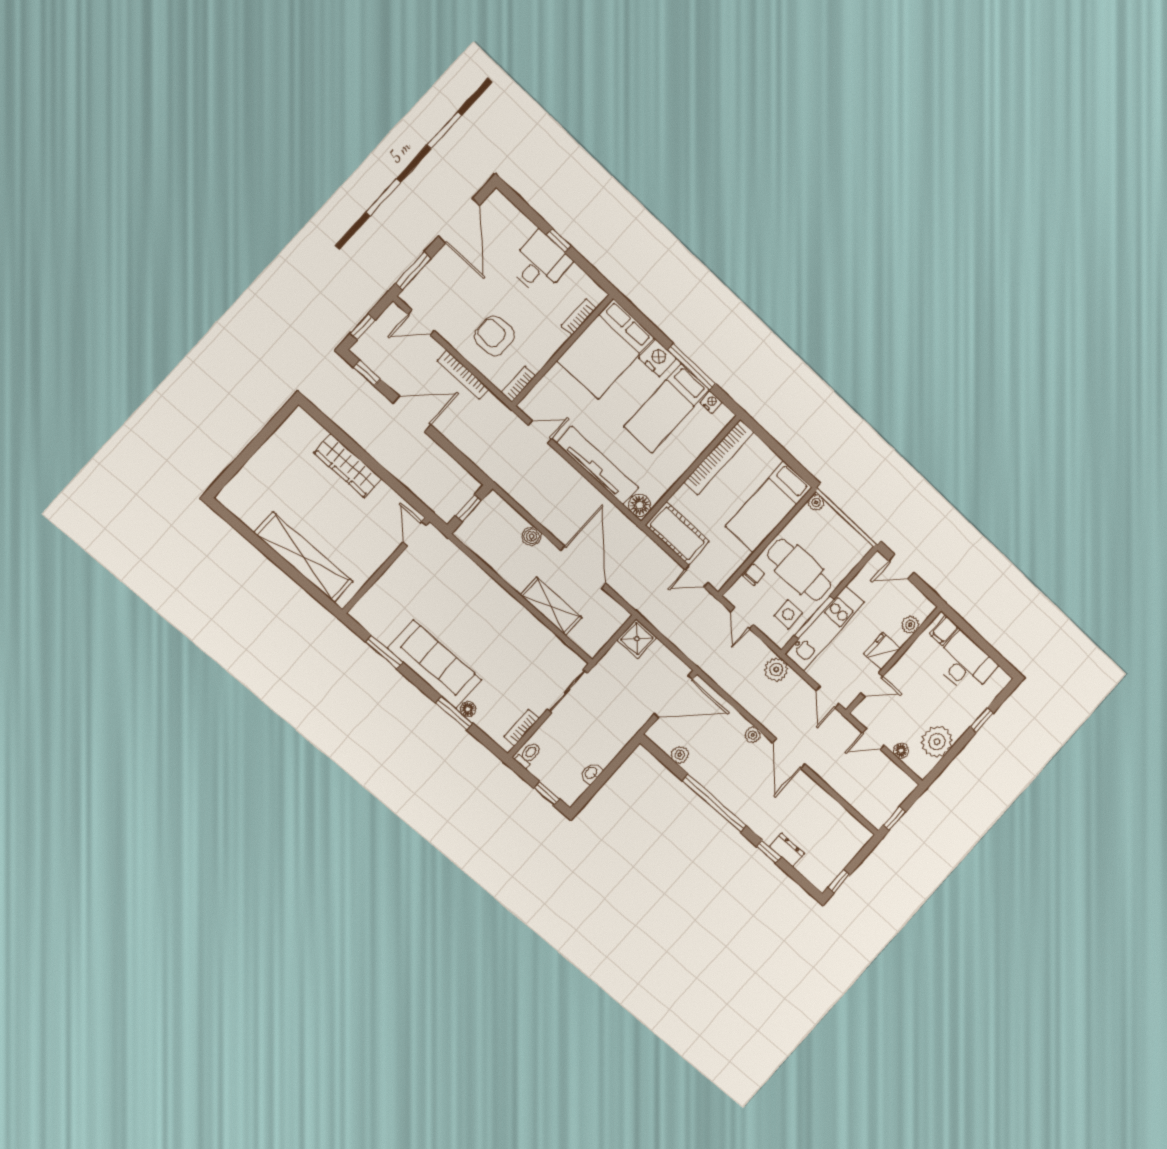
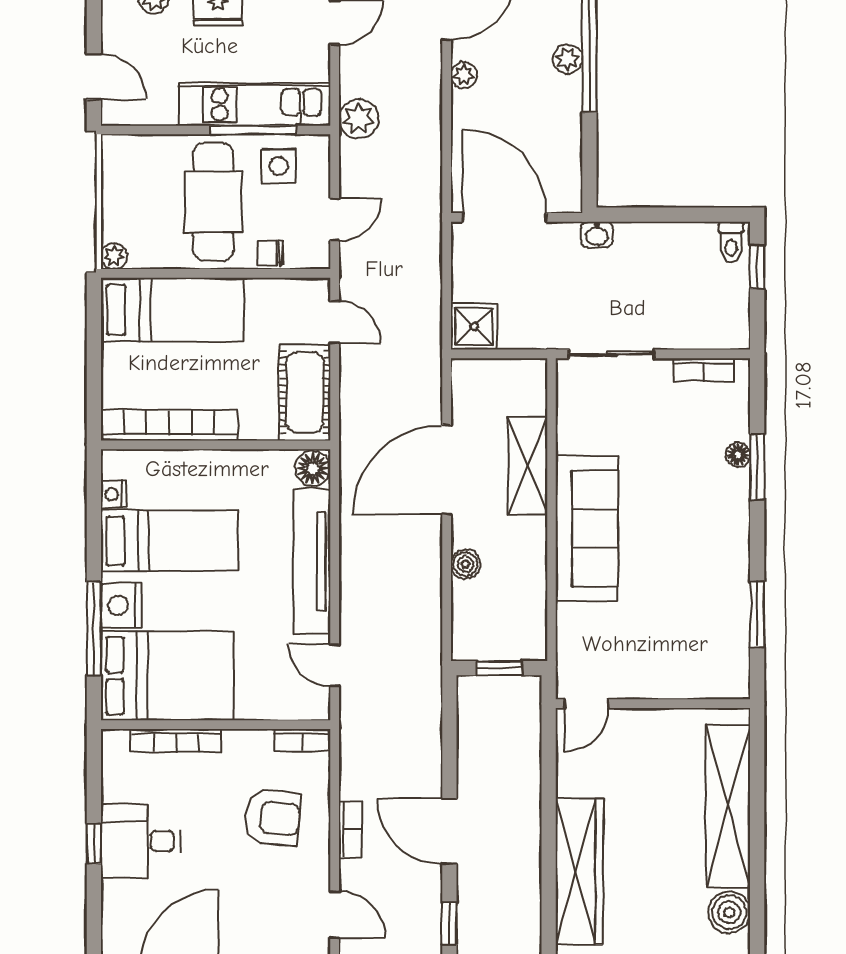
bookcase: (579, 317) -> (176, 740), width x1.56
armchair: (494, 336) -> (272, 818), turned -85
window: (692, 367) -> (94, 629), moved
bookcase: (463, 375) -> (350, 829), width x0.64
wardrobe: (348, 466) -> (579, 872), width x1.40, depth x1.17
boiler: (251, 512) -> (729, 912), added
sofa: (435, 664) -> (587, 528), moved, turned 180
toilet: (528, 755) -> (731, 242), moved, turned -90
plant: (680, 755) -> (568, 59), moved
washbasin: (591, 773) -> (597, 235), moved

